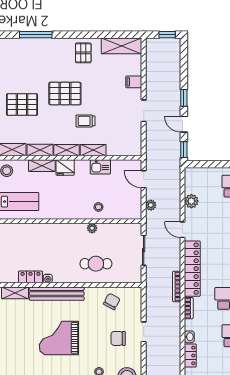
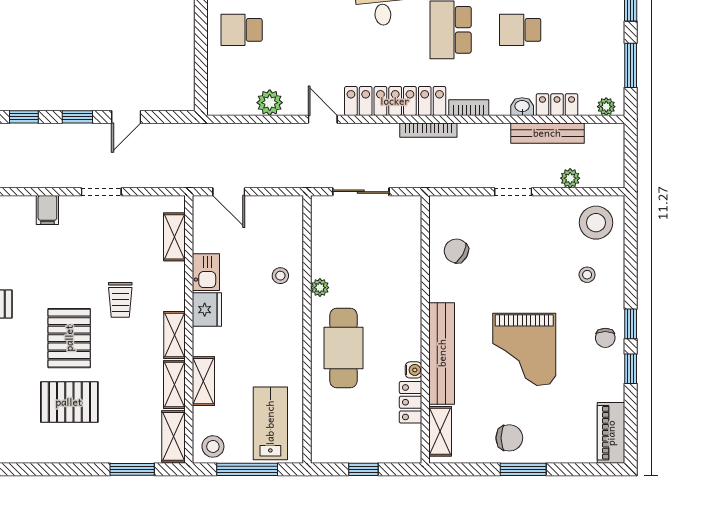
pallet: (22, 105) -> (69, 402), moved, turned 90
shelving: (93, 150) -> (174, 237), moved
window: (184, 150) -> (24, 117), moved
fridge: (65, 168) -> (207, 310), moved
door: (144, 179) -> (229, 192), hinge flipped
plant: (151, 205) -> (570, 178), moved
door: (182, 230) -> (323, 119), swing flipped
cafe table: (96, 264) -> (343, 348), moved, width x1.37, depth x1.35
chair: (118, 338) -> (509, 438), moved, turned -90
bench: (175, 350) -> (547, 133), added

